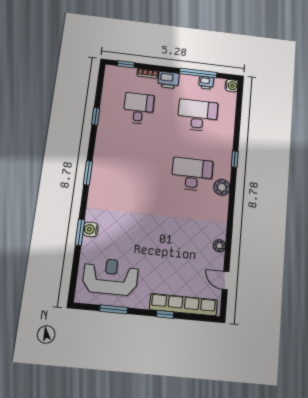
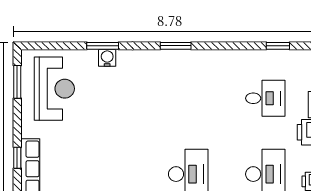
window: (96, 116) -> (278, 46), moved
window: (114, 309) -> (17, 82), moved

